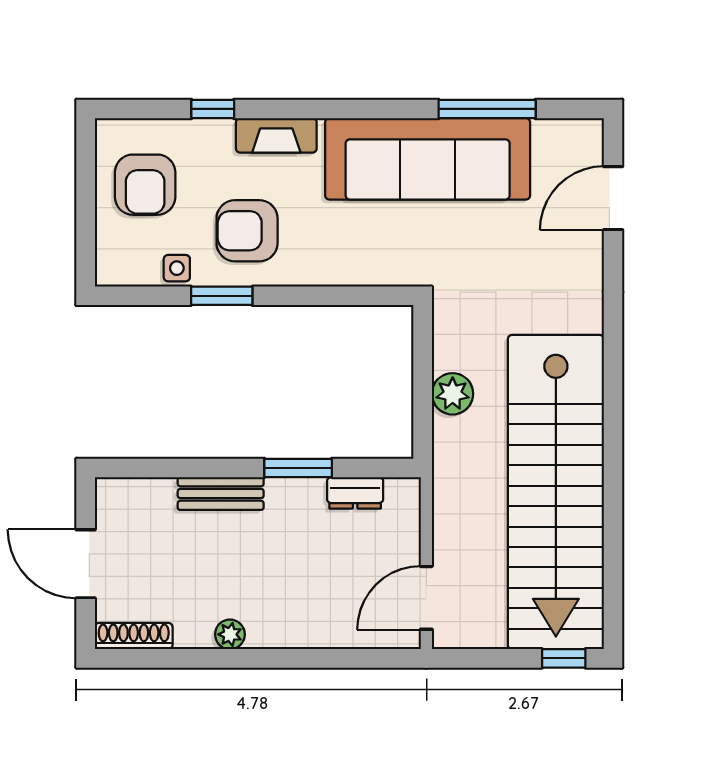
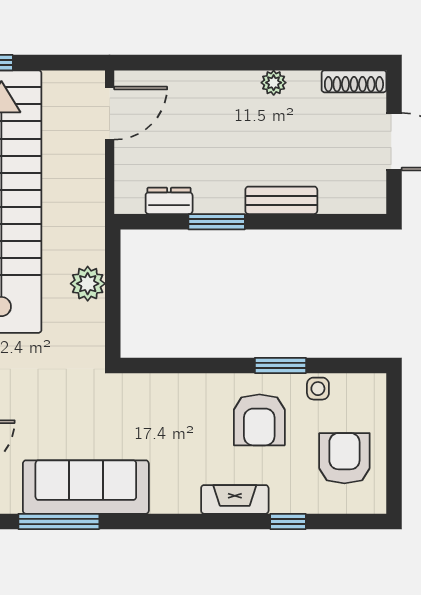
sofa: (428, 159) -> (86, 487), width x0.74, depth x0.79
armchair: (247, 231) -> (259, 420), turned 90

